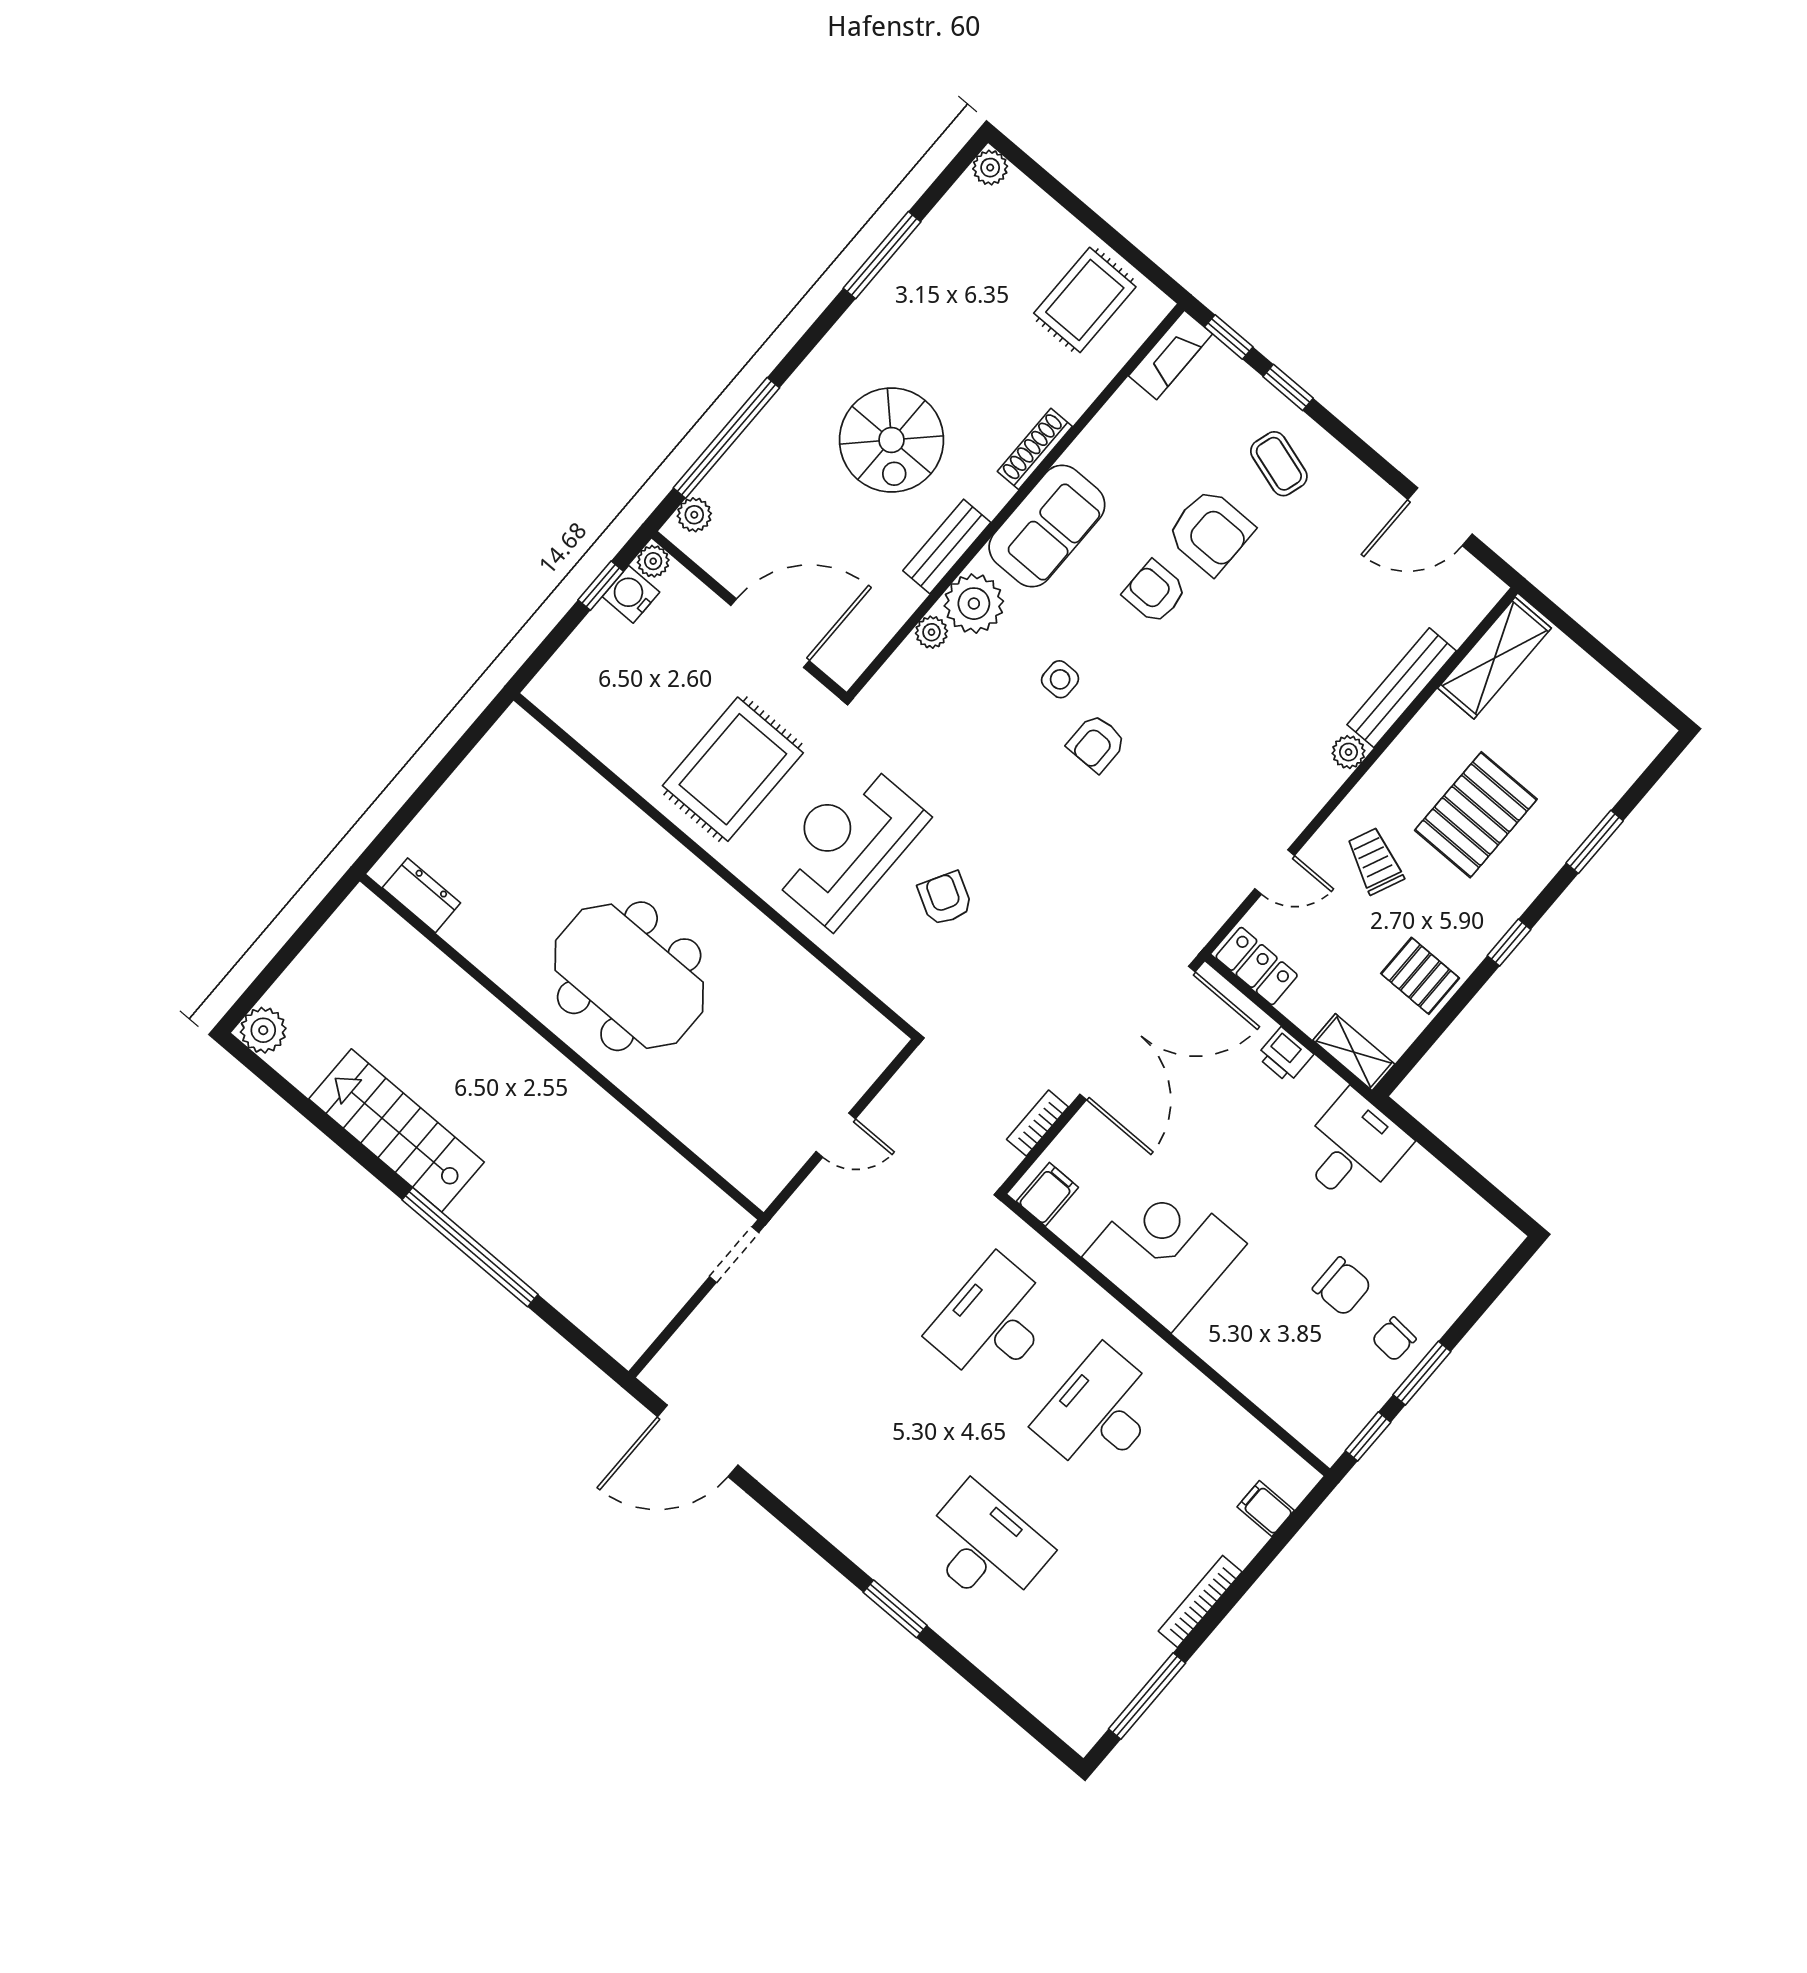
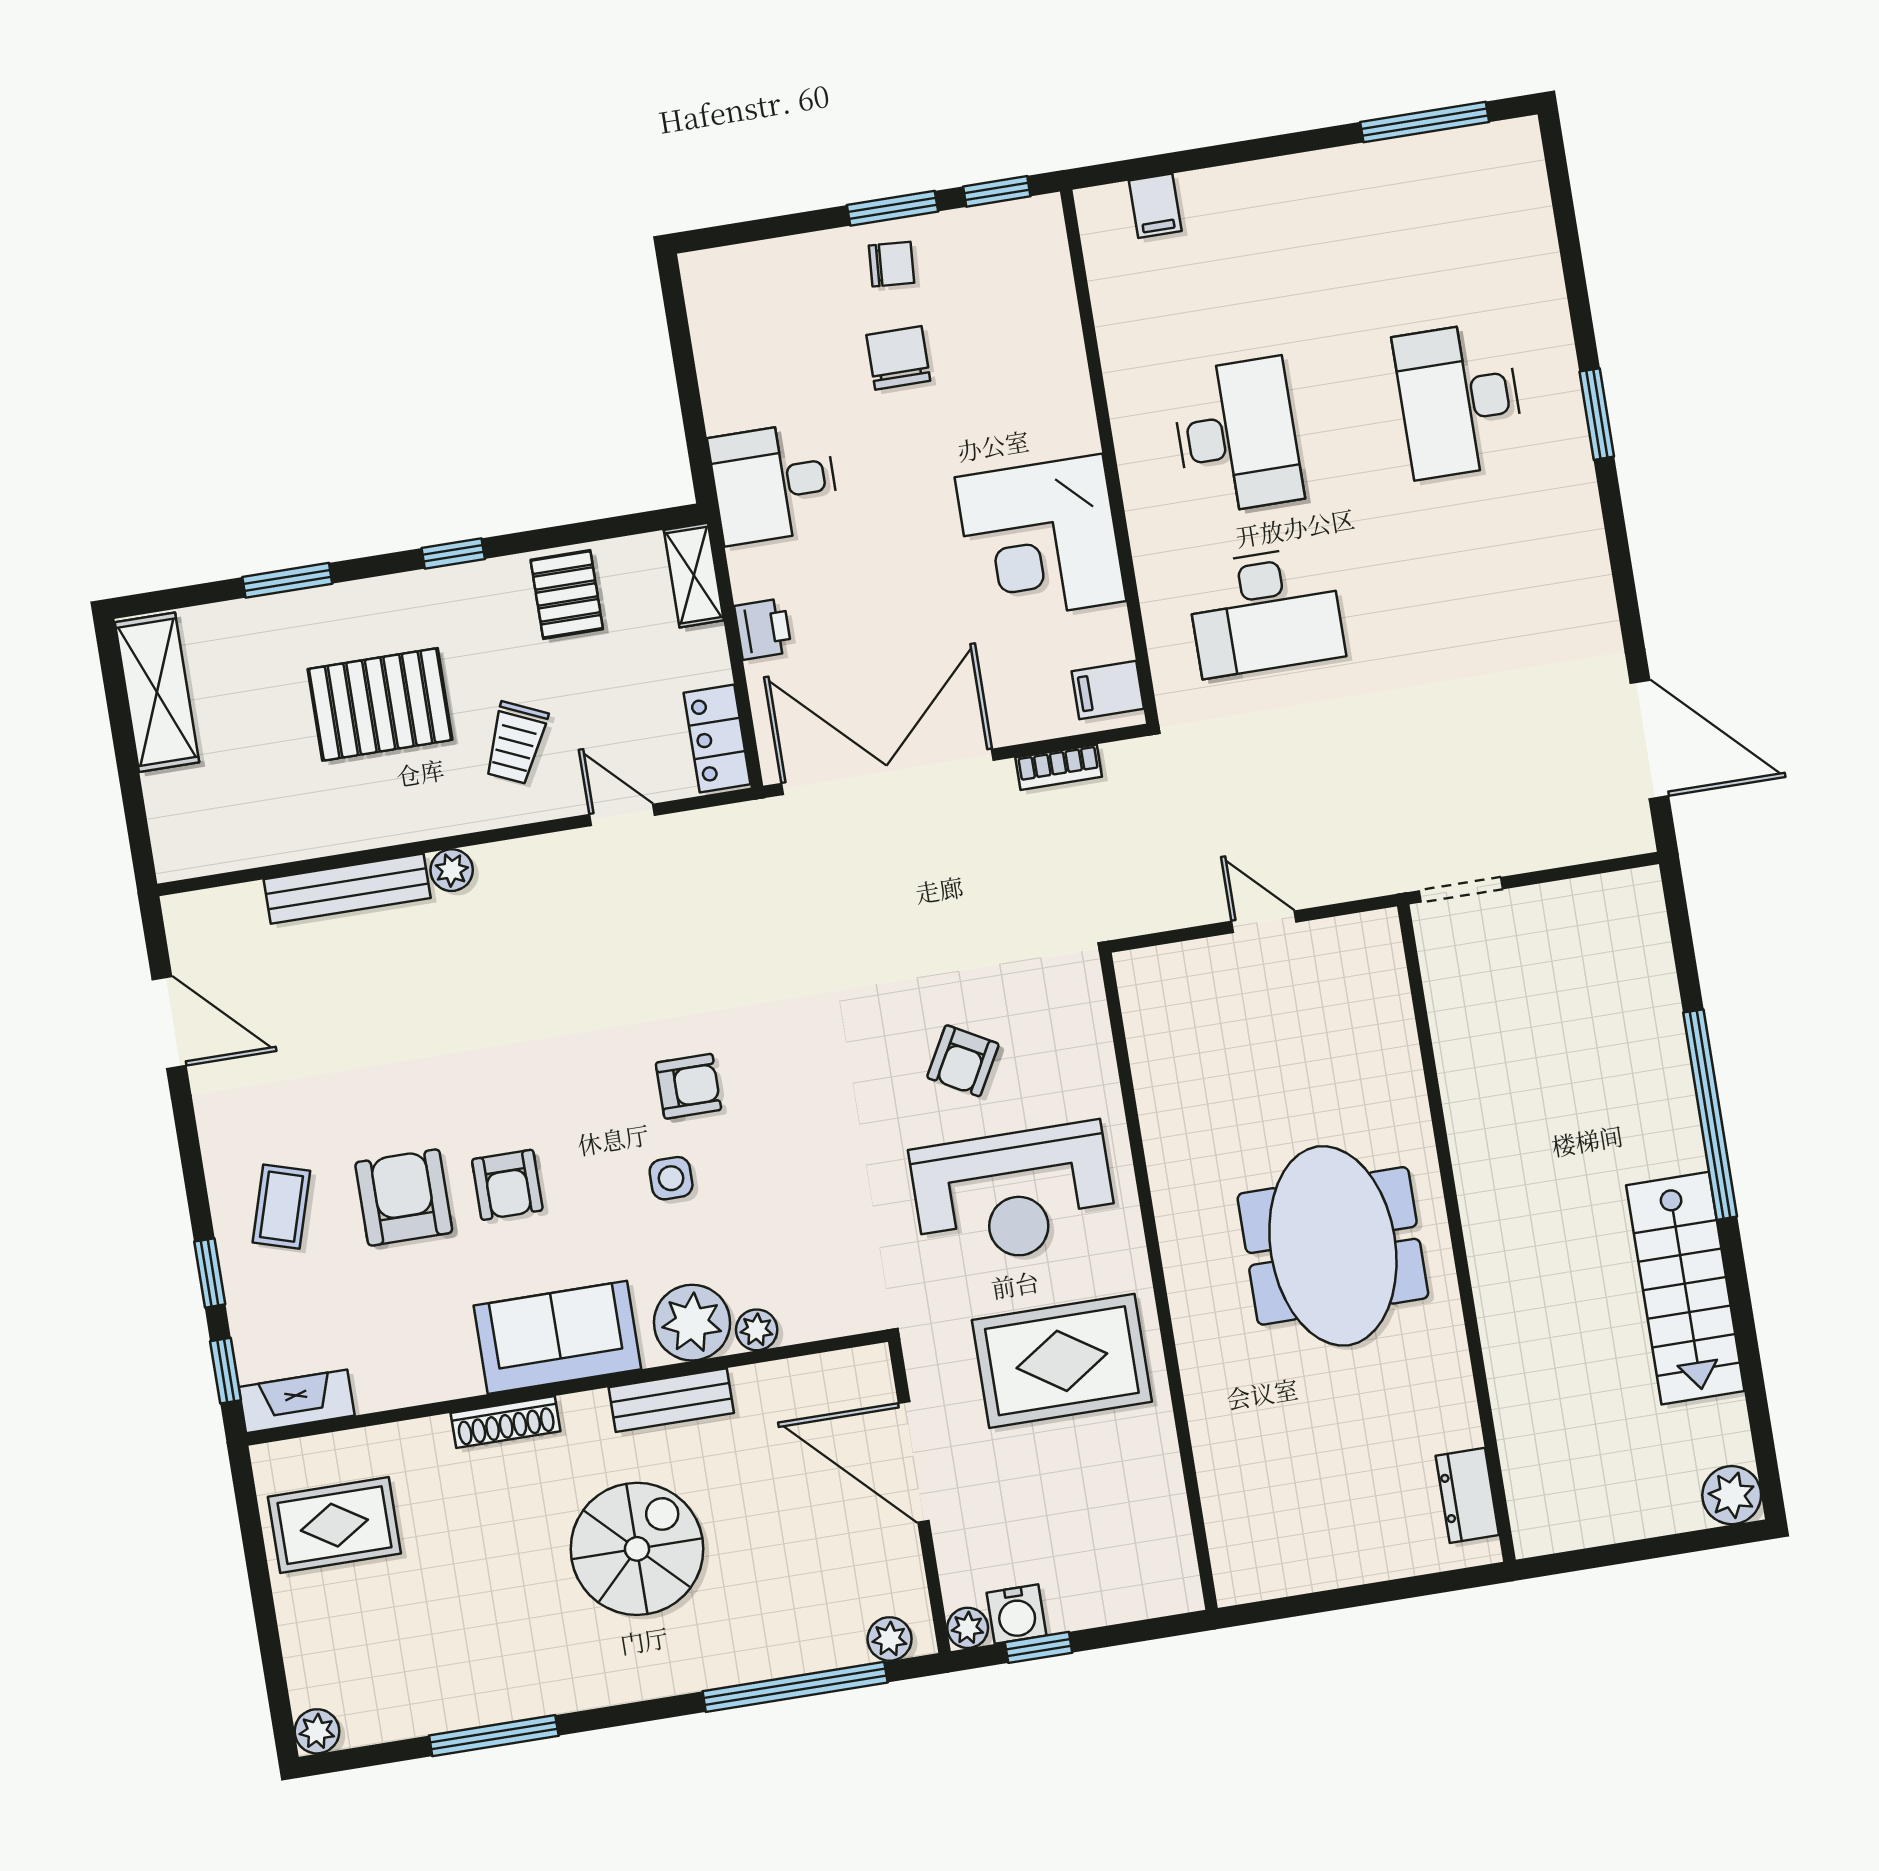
shelving: (1494, 658) -> (157, 692), moved, turned 90
desk: (1099, 1412) -> (1237, 436), turned -90
bookcase: (1200, 1601) -> (1295, 170), removed

